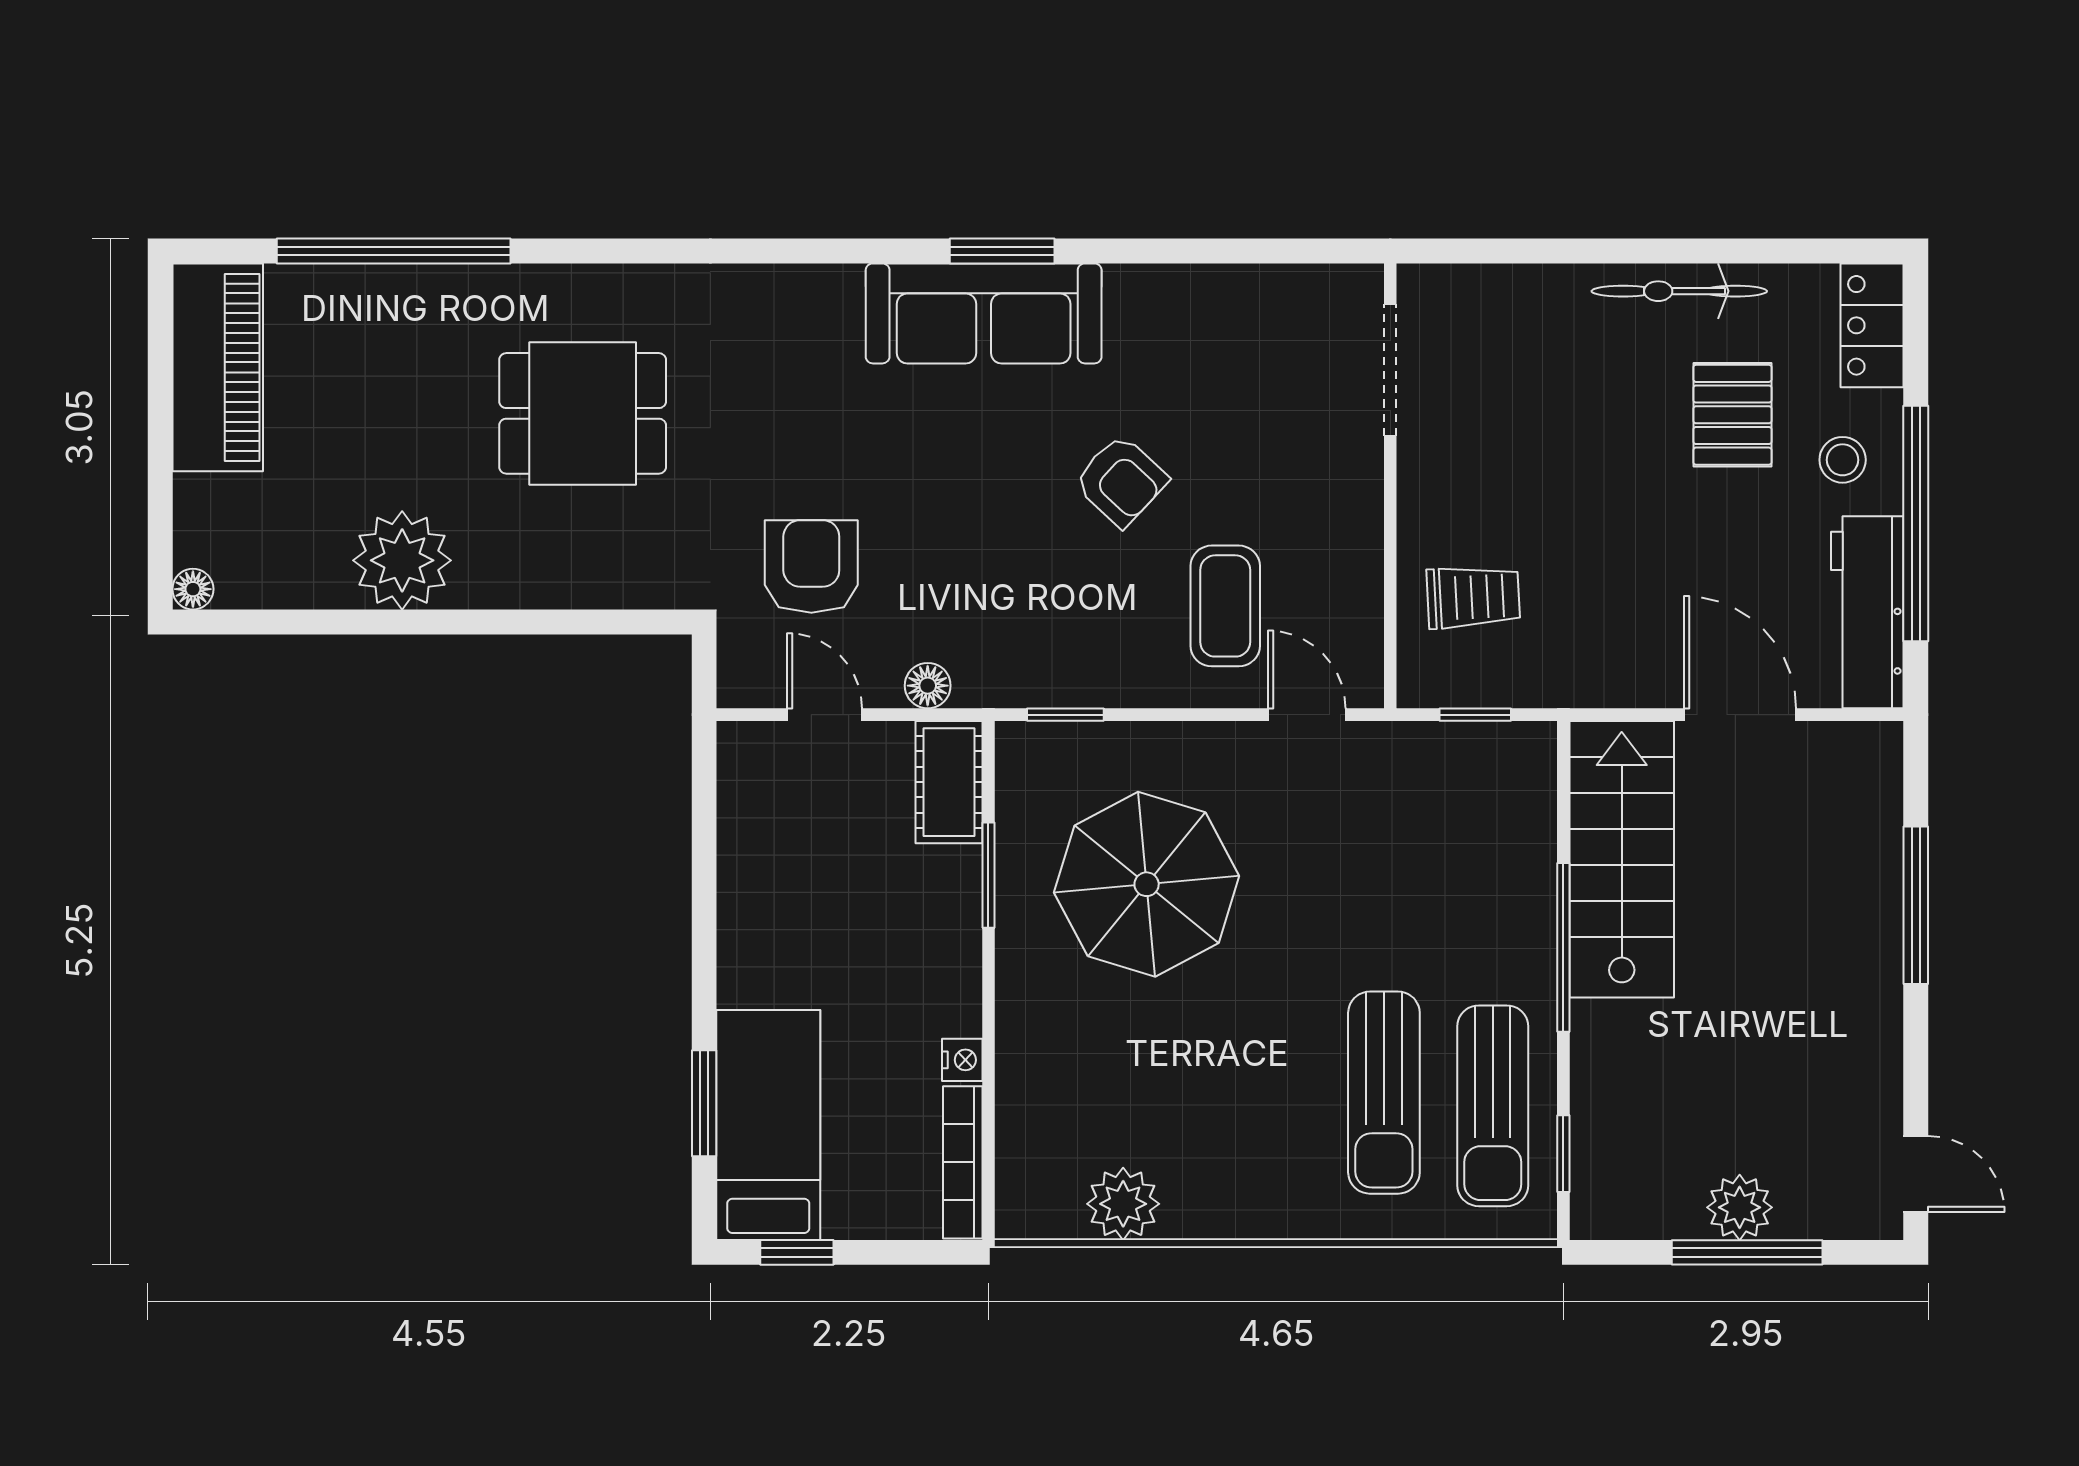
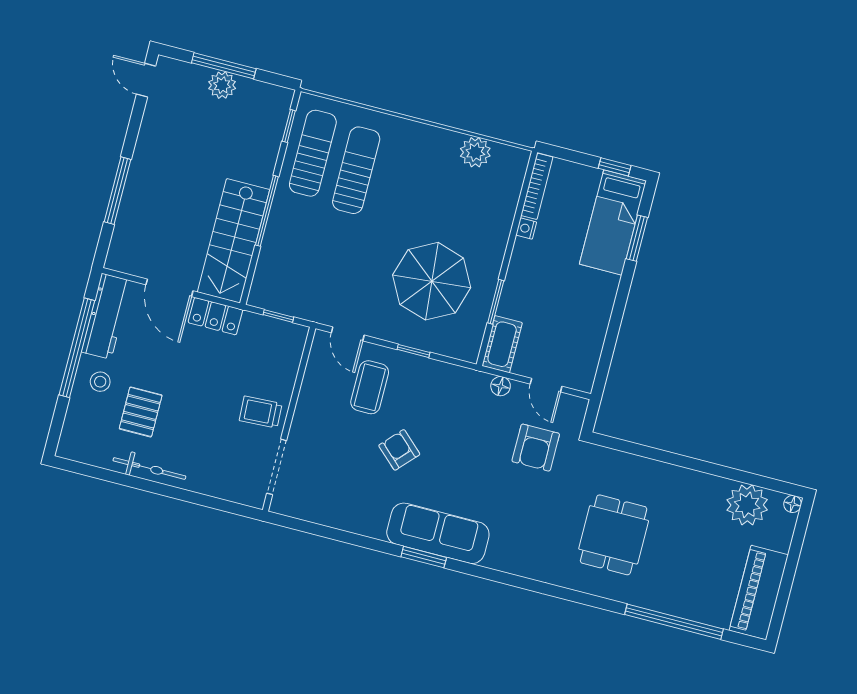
locker: (1872, 325) -> (215, 316), moved, turned 90
dining table: (583, 413) -> (614, 535), turned 90
plant: (402, 560) -> (747, 505), moved
trolley: (1473, 597) -> (261, 412), moved
window: (1065, 715) -> (413, 351), moved

